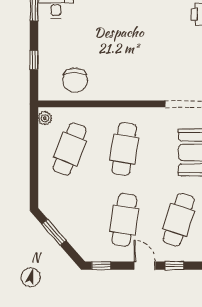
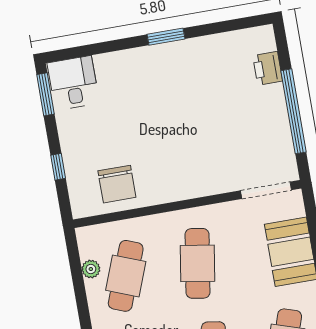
plant: (45, 118) -> (91, 269), moved

